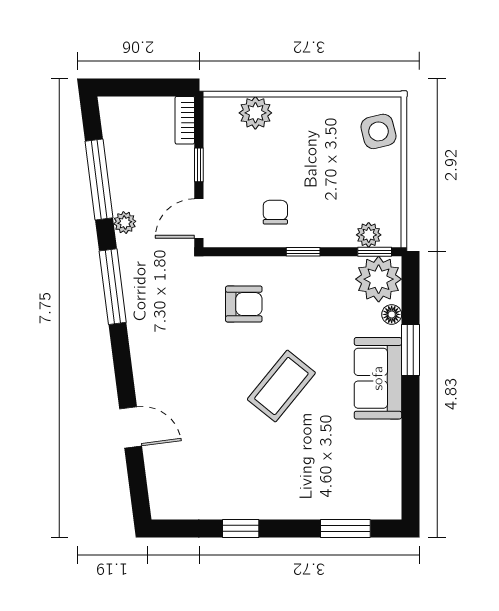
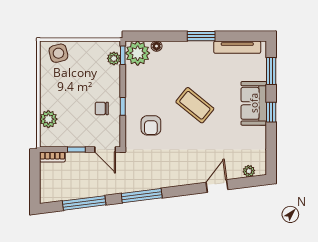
plant: (125, 223) -> (249, 171), moved
window: (303, 252) -> (123, 106), moved
armchair: (244, 304) -> (151, 125), turned 180
window: (410, 350) -> (201, 36), moved
sofa: (378, 378) -> (254, 103), moved, turned 90
tv unit: (390, 465) -> (237, 47), added
window: (241, 528) -> (271, 112), moved

